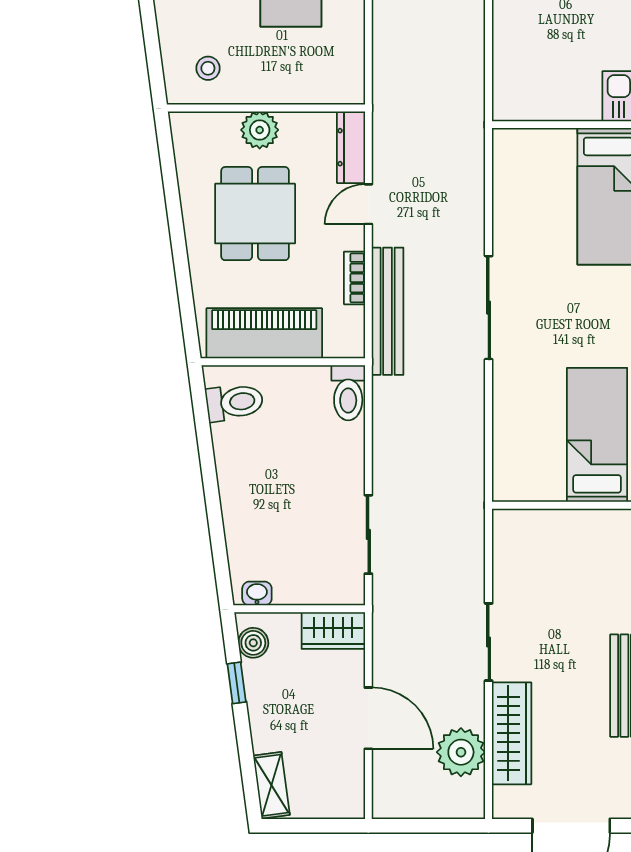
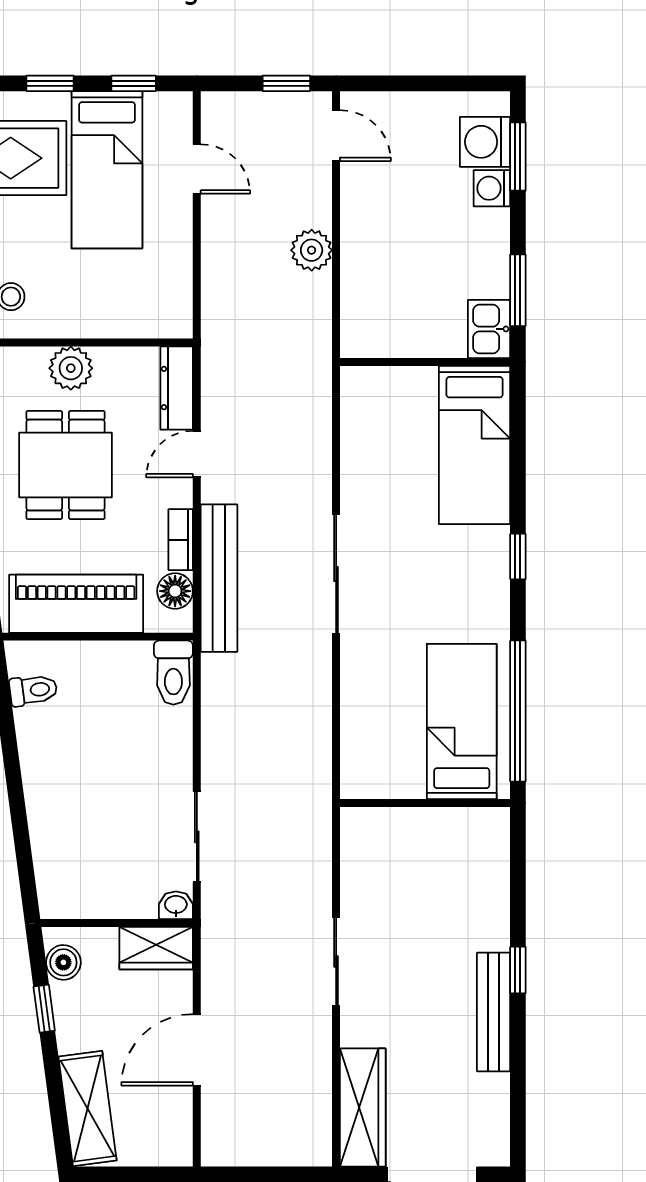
floor lamp: (350, 322) -> (175, 591), added
toilet: (234, 402) -> (33, 690), width x0.73, depth x0.72
washbasin: (257, 594) -> (176, 905), moved
door: (368, 718) -> (197, 1050), swing flipped
wardrobe: (512, 733) -> (363, 1108), moved
plant: (461, 752) -> (312, 250), moved, width x0.73, depth x0.73
shelving: (271, 785) -> (88, 1108), width x1.50, depth x1.33

